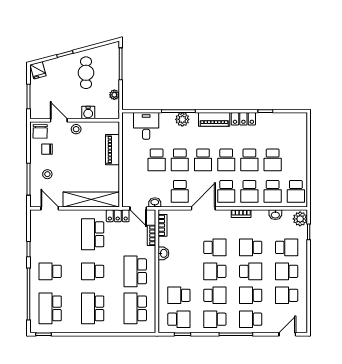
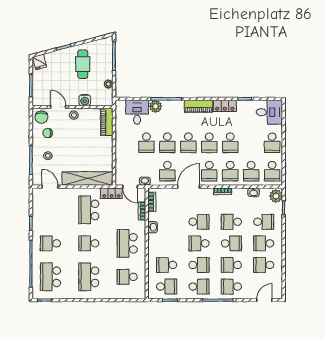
plant: (182, 119) -> (156, 106), moved
desk: (293, 126) -> (269, 112), added
piano: (112, 150) -> (107, 122), moved
school desk: (273, 160) -> (272, 143), moved
school desk: (135, 308) -> (127, 277), width x0.54
school desk: (215, 319) -> (199, 287), turned 180

